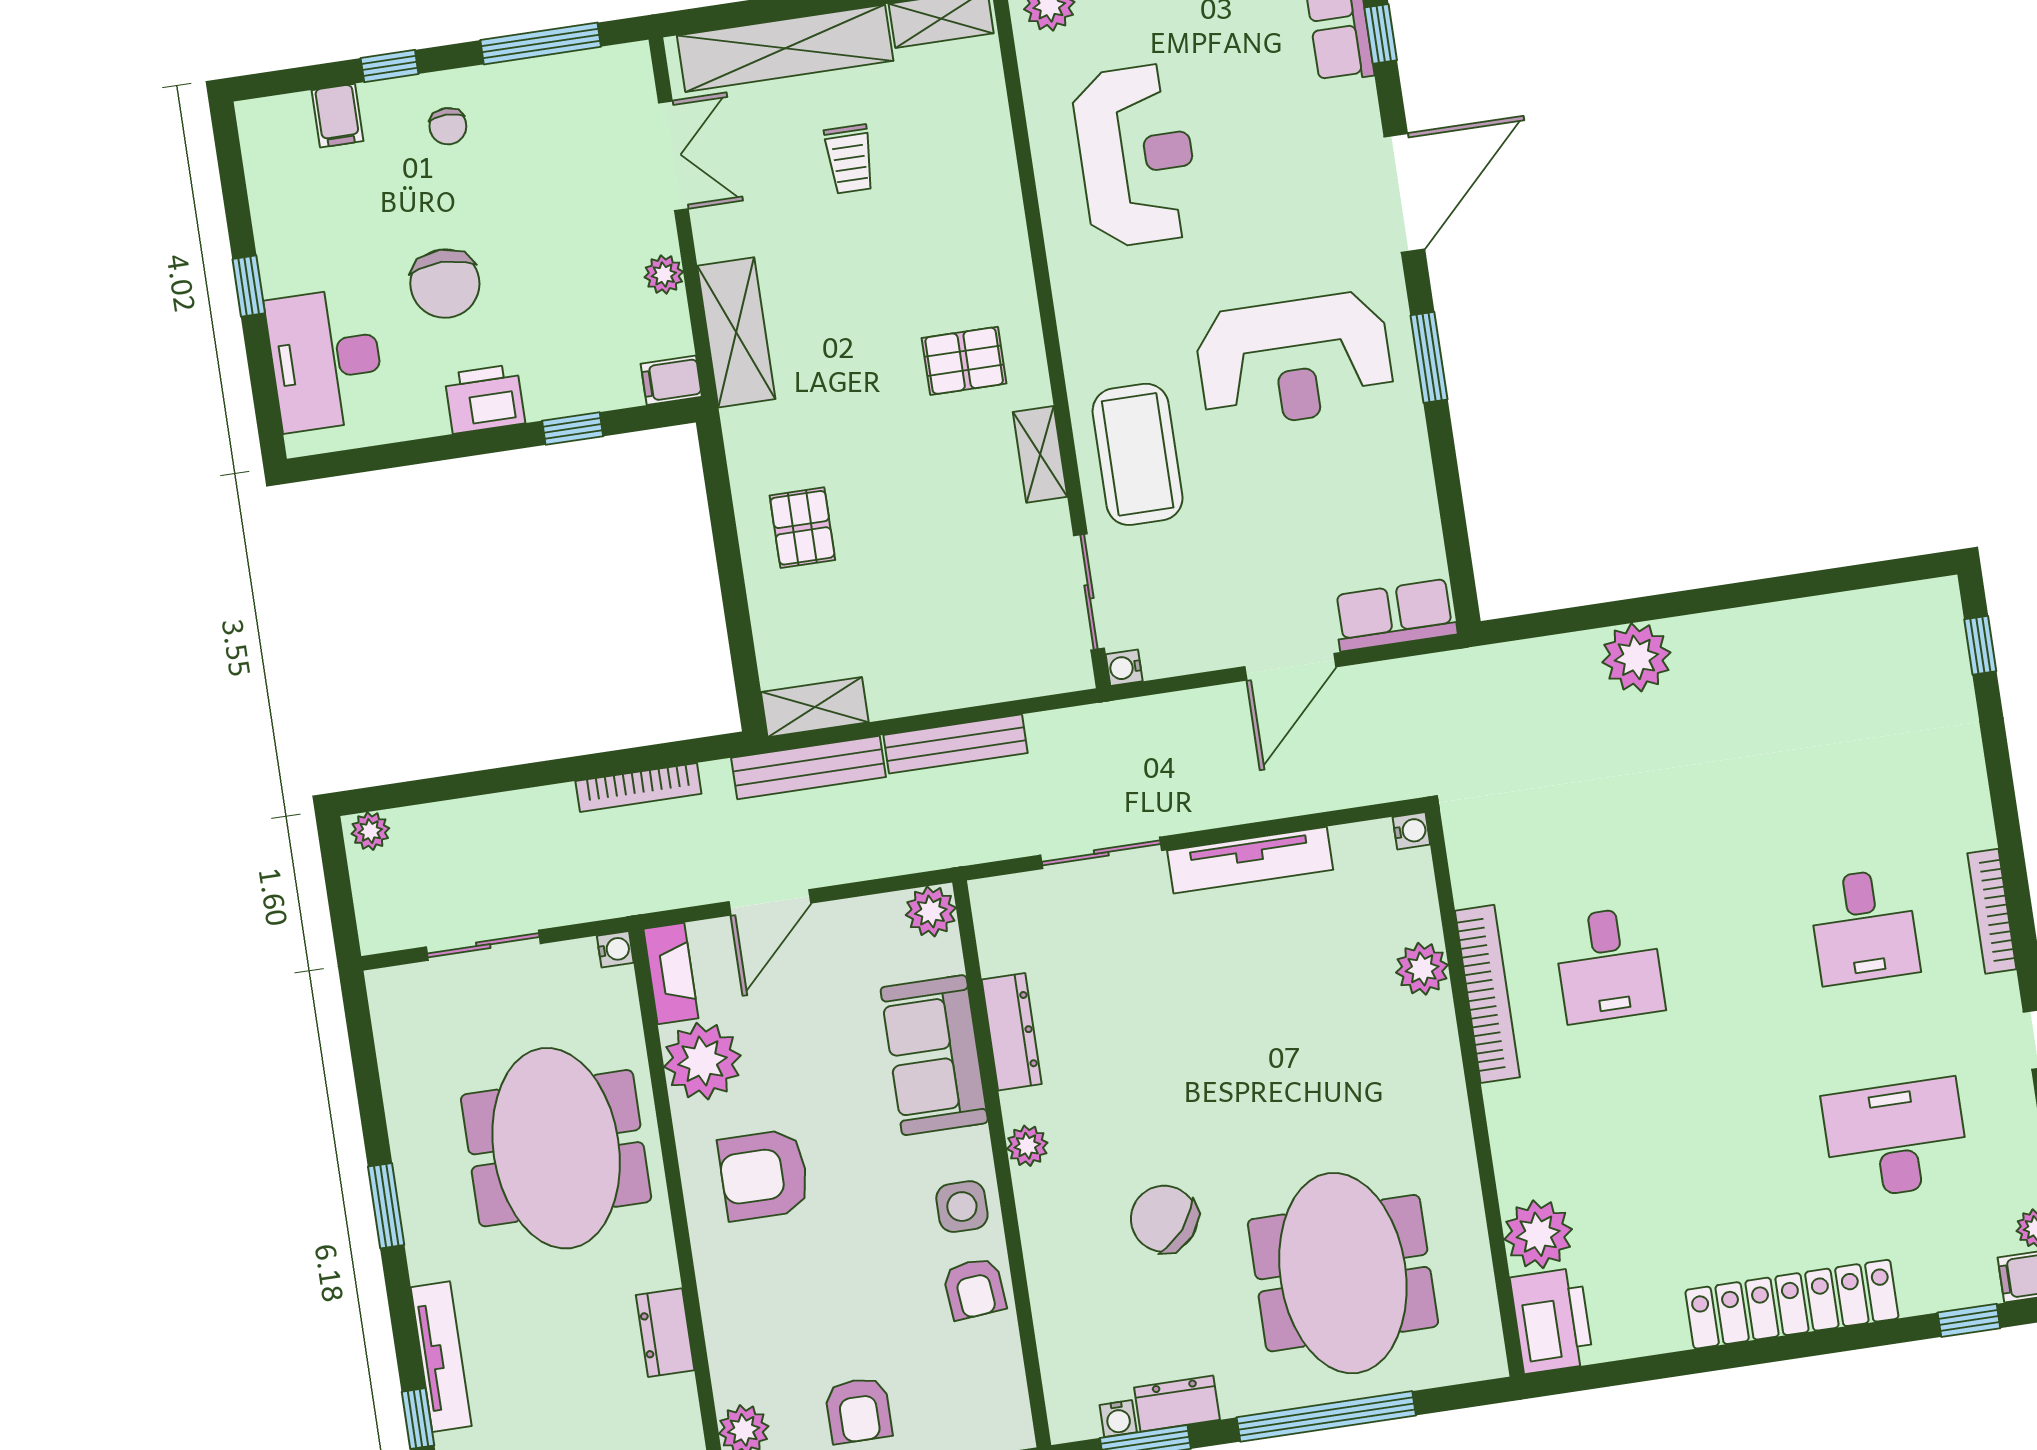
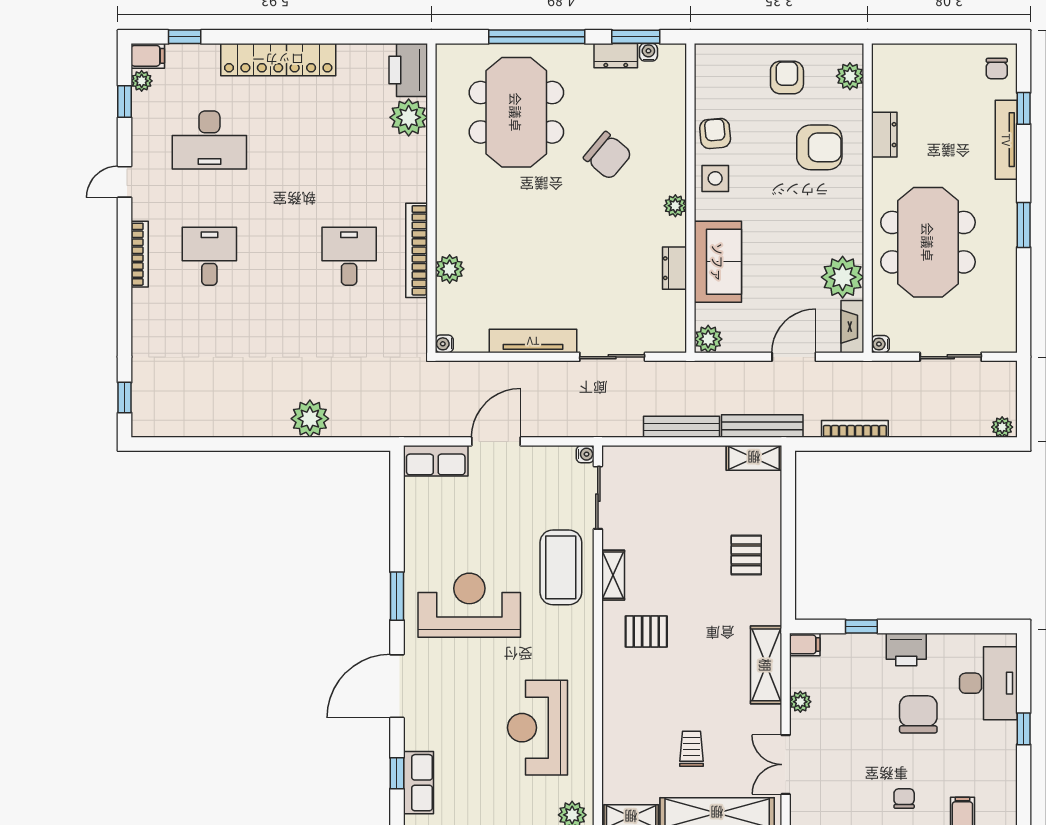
dresser: (1012, 1032) -> (675, 268), width x0.70
armchair: (764, 1175) -> (819, 147), moved

